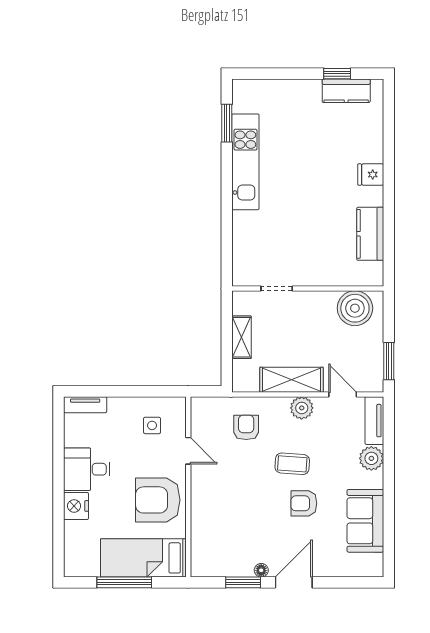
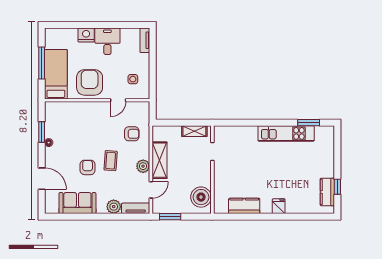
shelving: (242, 337) -> (194, 131), moved
door: (294, 582) -> (42, 179), moved

